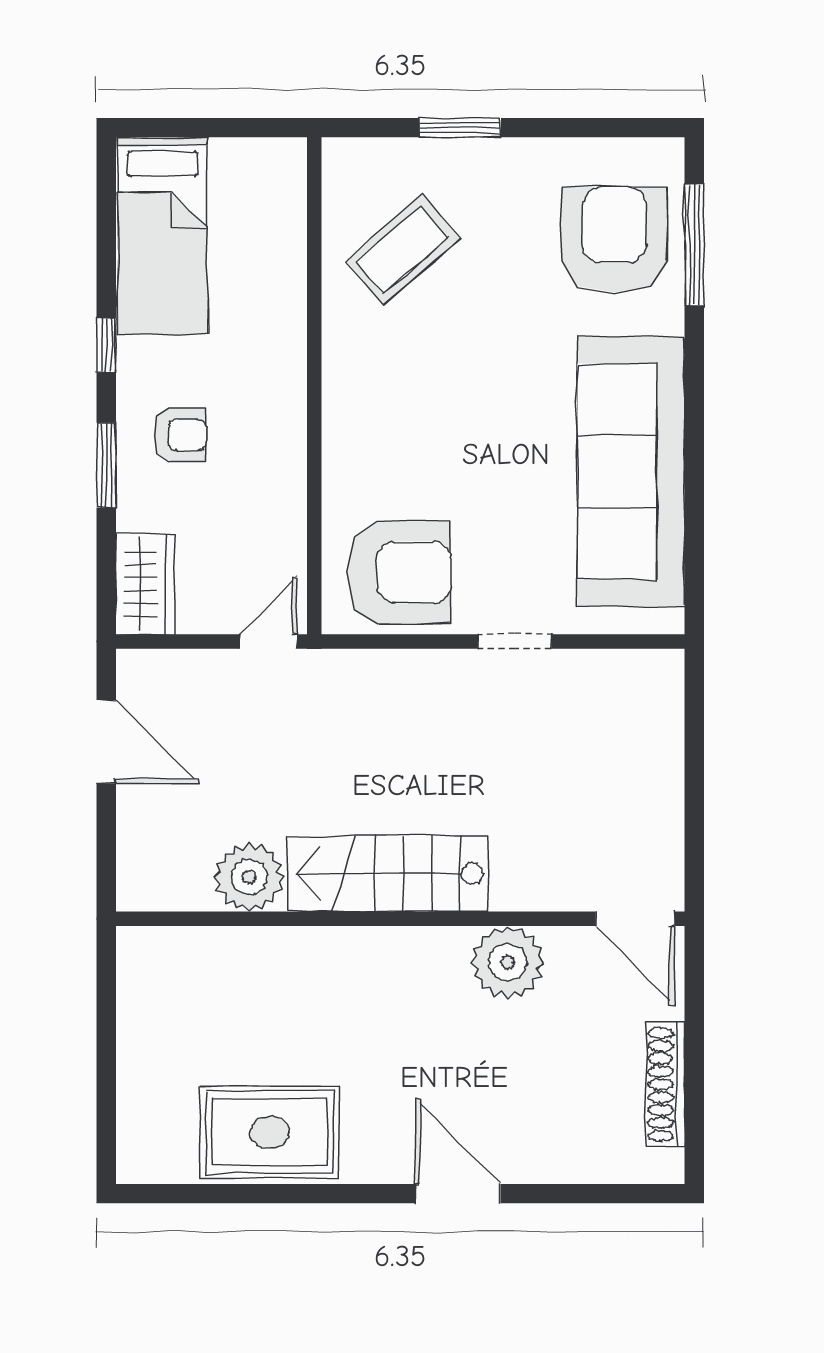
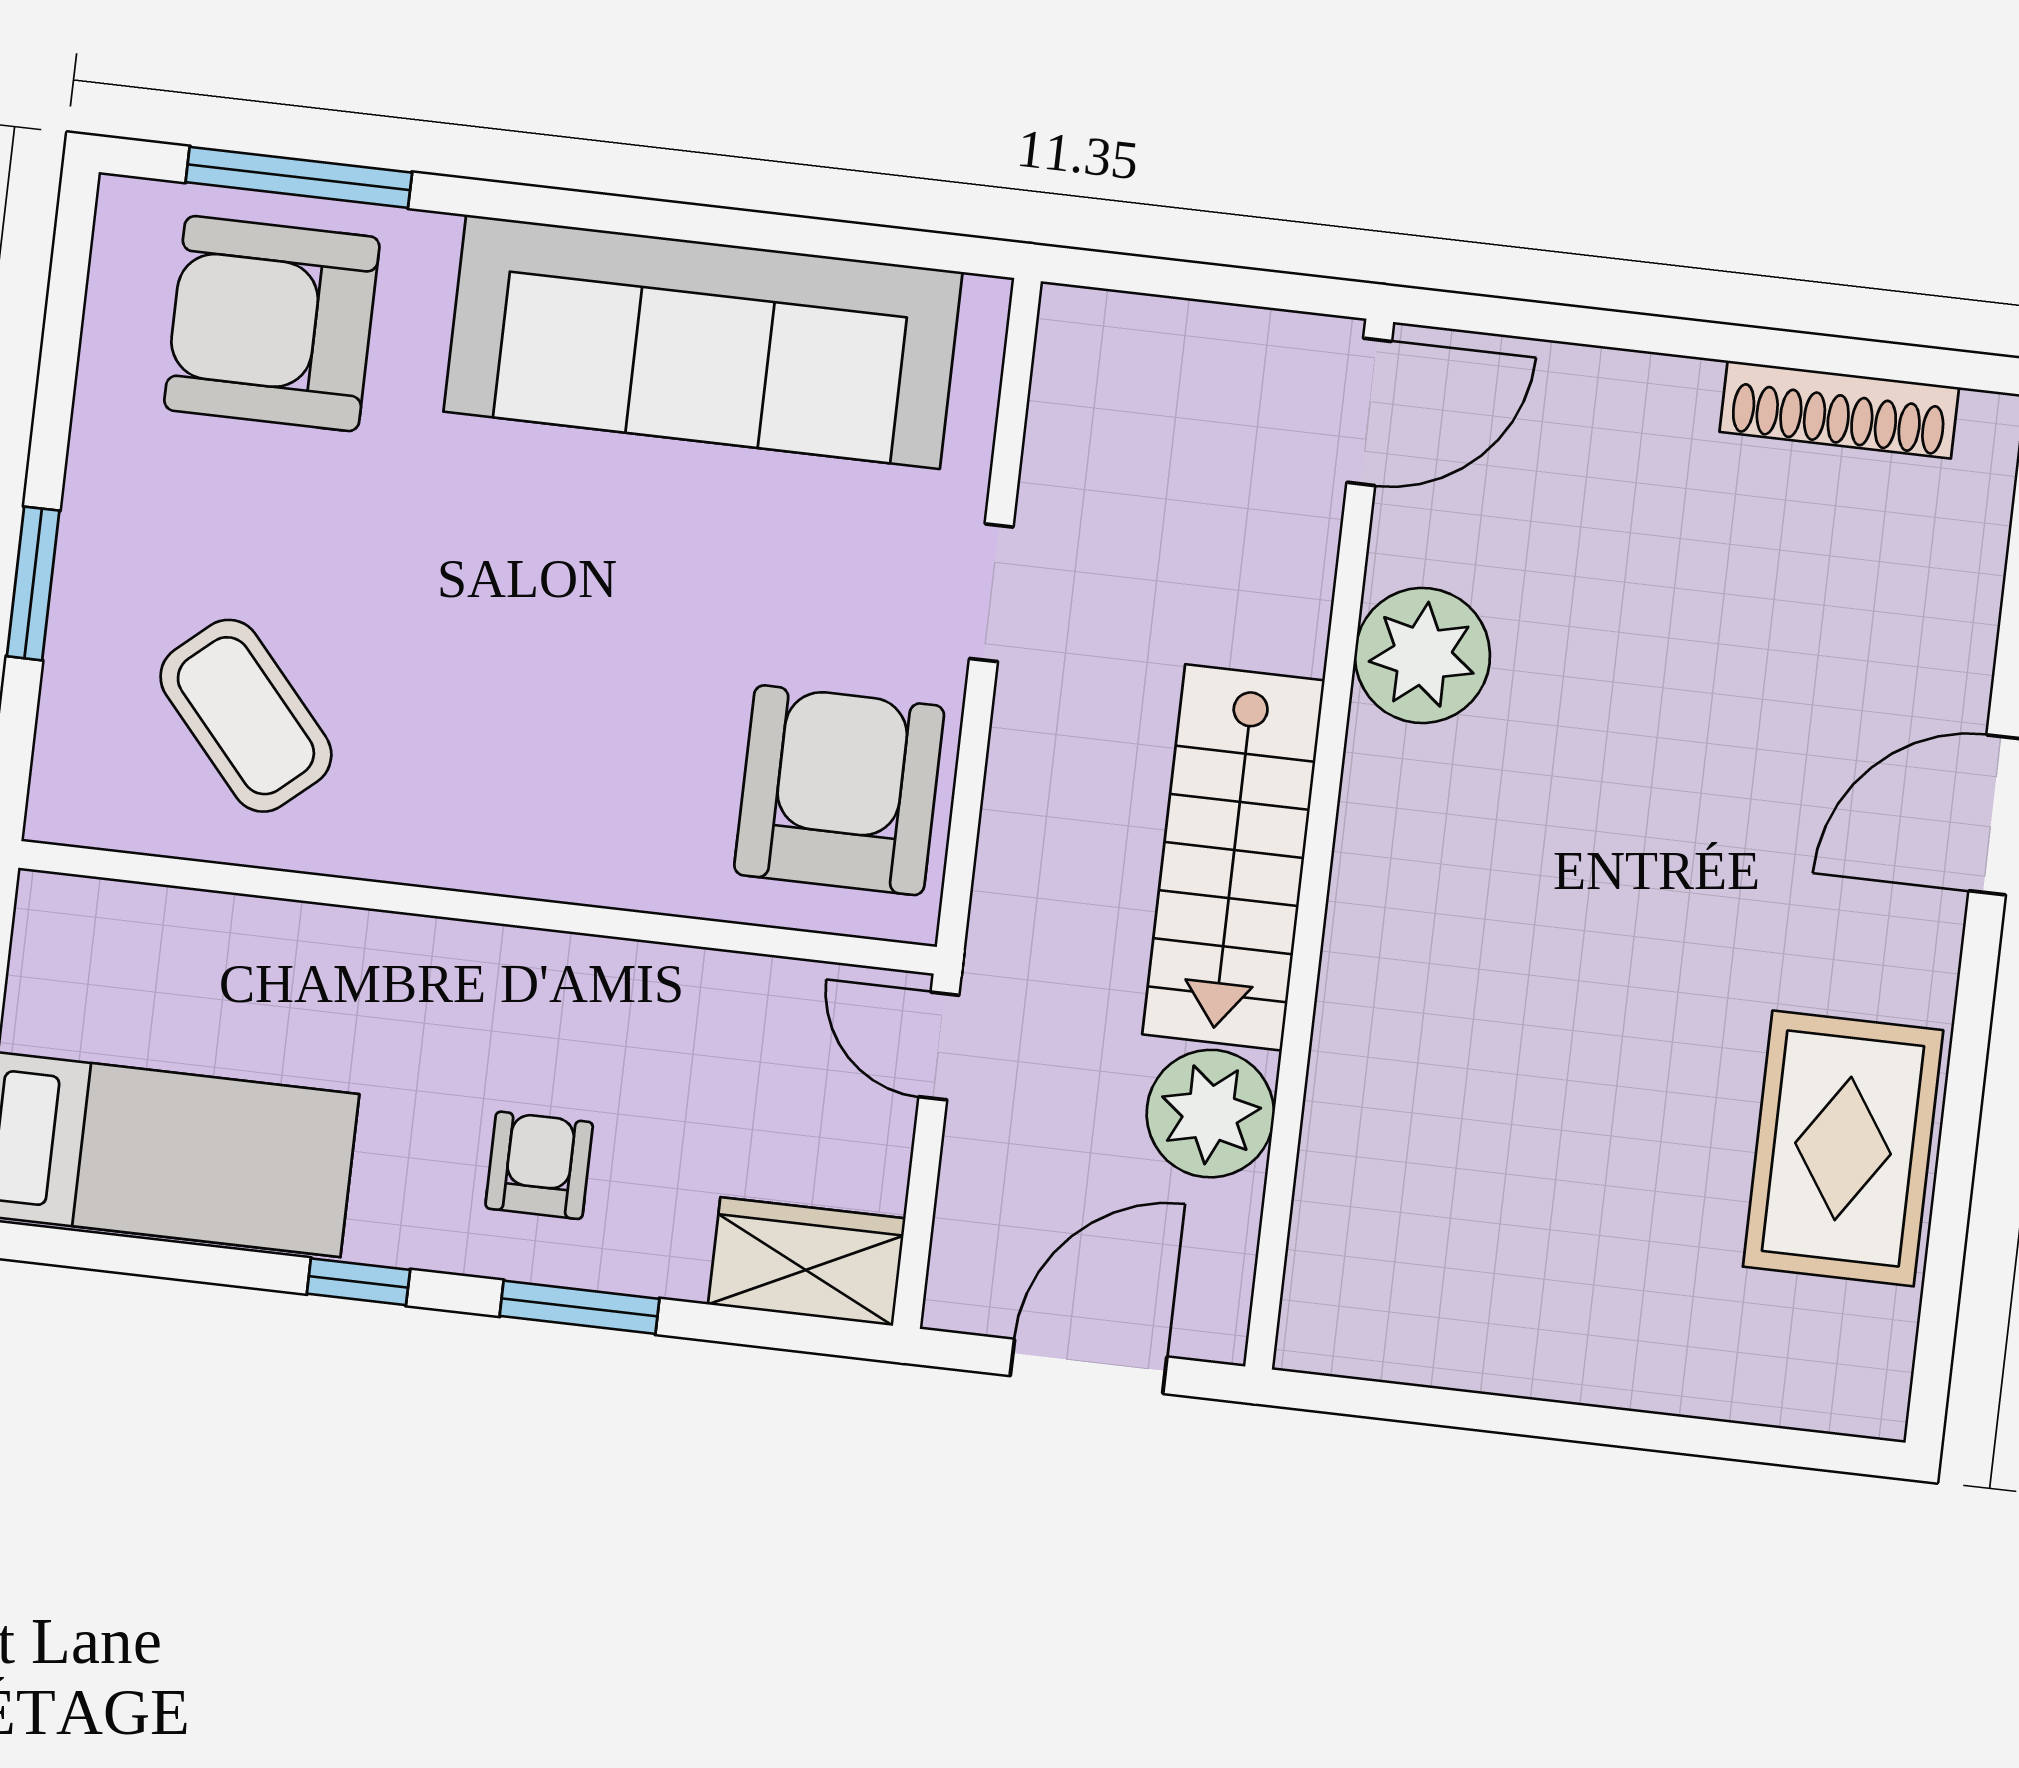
stairs: (388, 874) -> (1233, 857), moved
plant: (249, 877) -> (1210, 1114), moved
wall: (400, 919) -> (1319, 844), moved
door: (635, 919) -> (1369, 412), moved
plant: (508, 962) -> (1422, 655), moved

